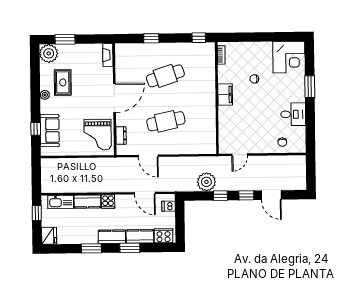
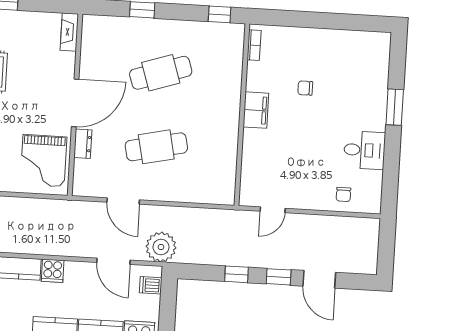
corner desk: (289, 57) -> (364, 57), removed
dresser: (121, 136) -> (83, 144), moved
plant: (206, 182) -> (161, 247), moved

